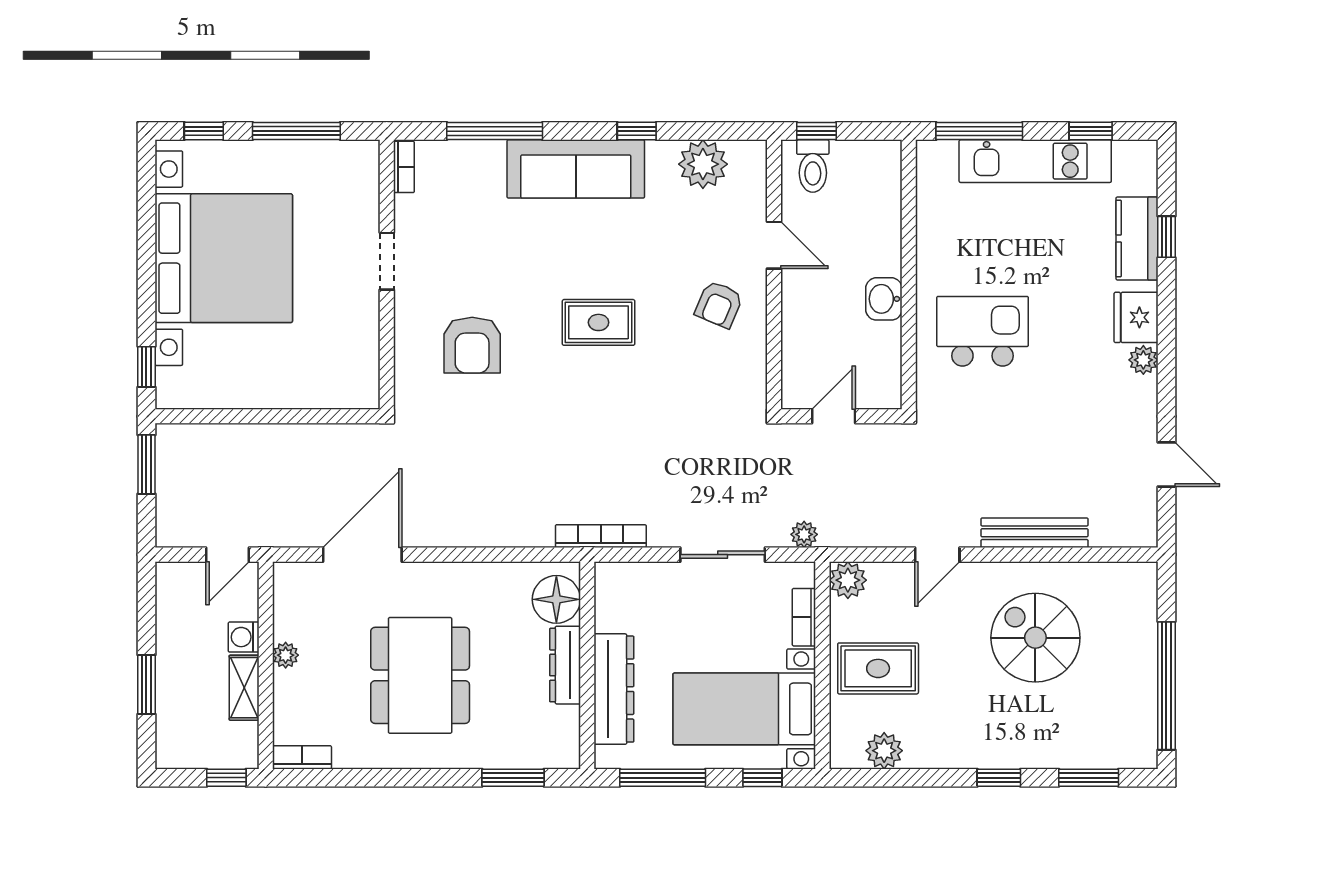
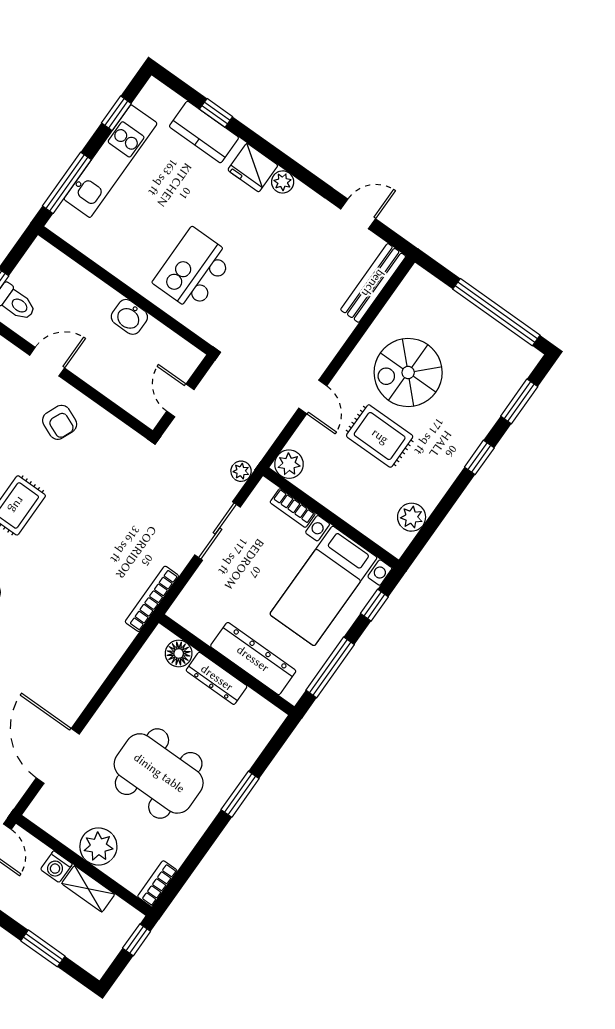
bench: (1034, 533) -> (373, 283), moved
floor lamp: (556, 599) -> (179, 653), width x0.73, depth x0.73
plant: (286, 655) -> (98, 846), width x1.87, depth x1.87
rug: (878, 668) -> (380, 436), moved, turned 90
window: (513, 778) -> (240, 794), moved

